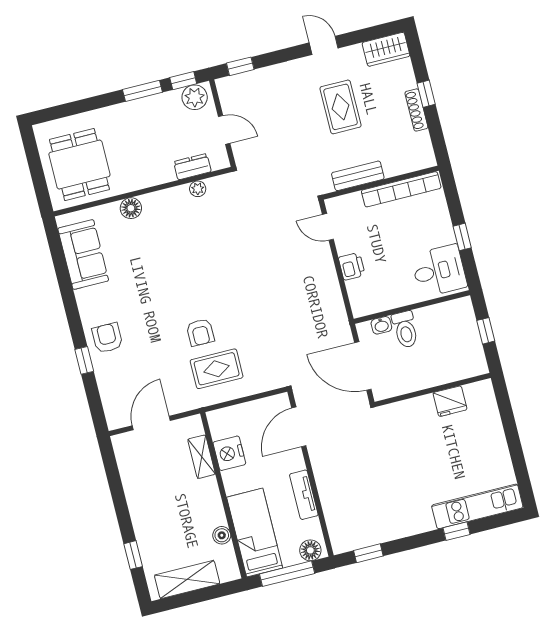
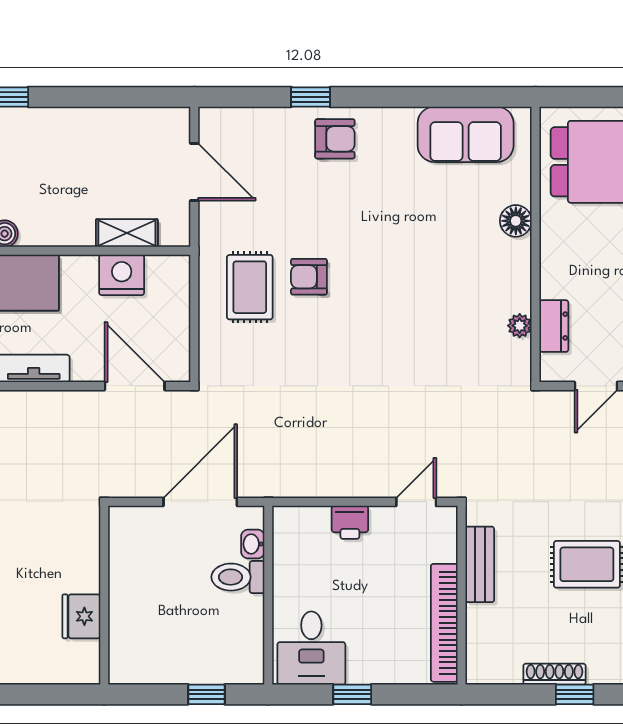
wall: (433, 390) -> (104, 595), moved
fridge: (450, 401) -> (81, 616), moved

